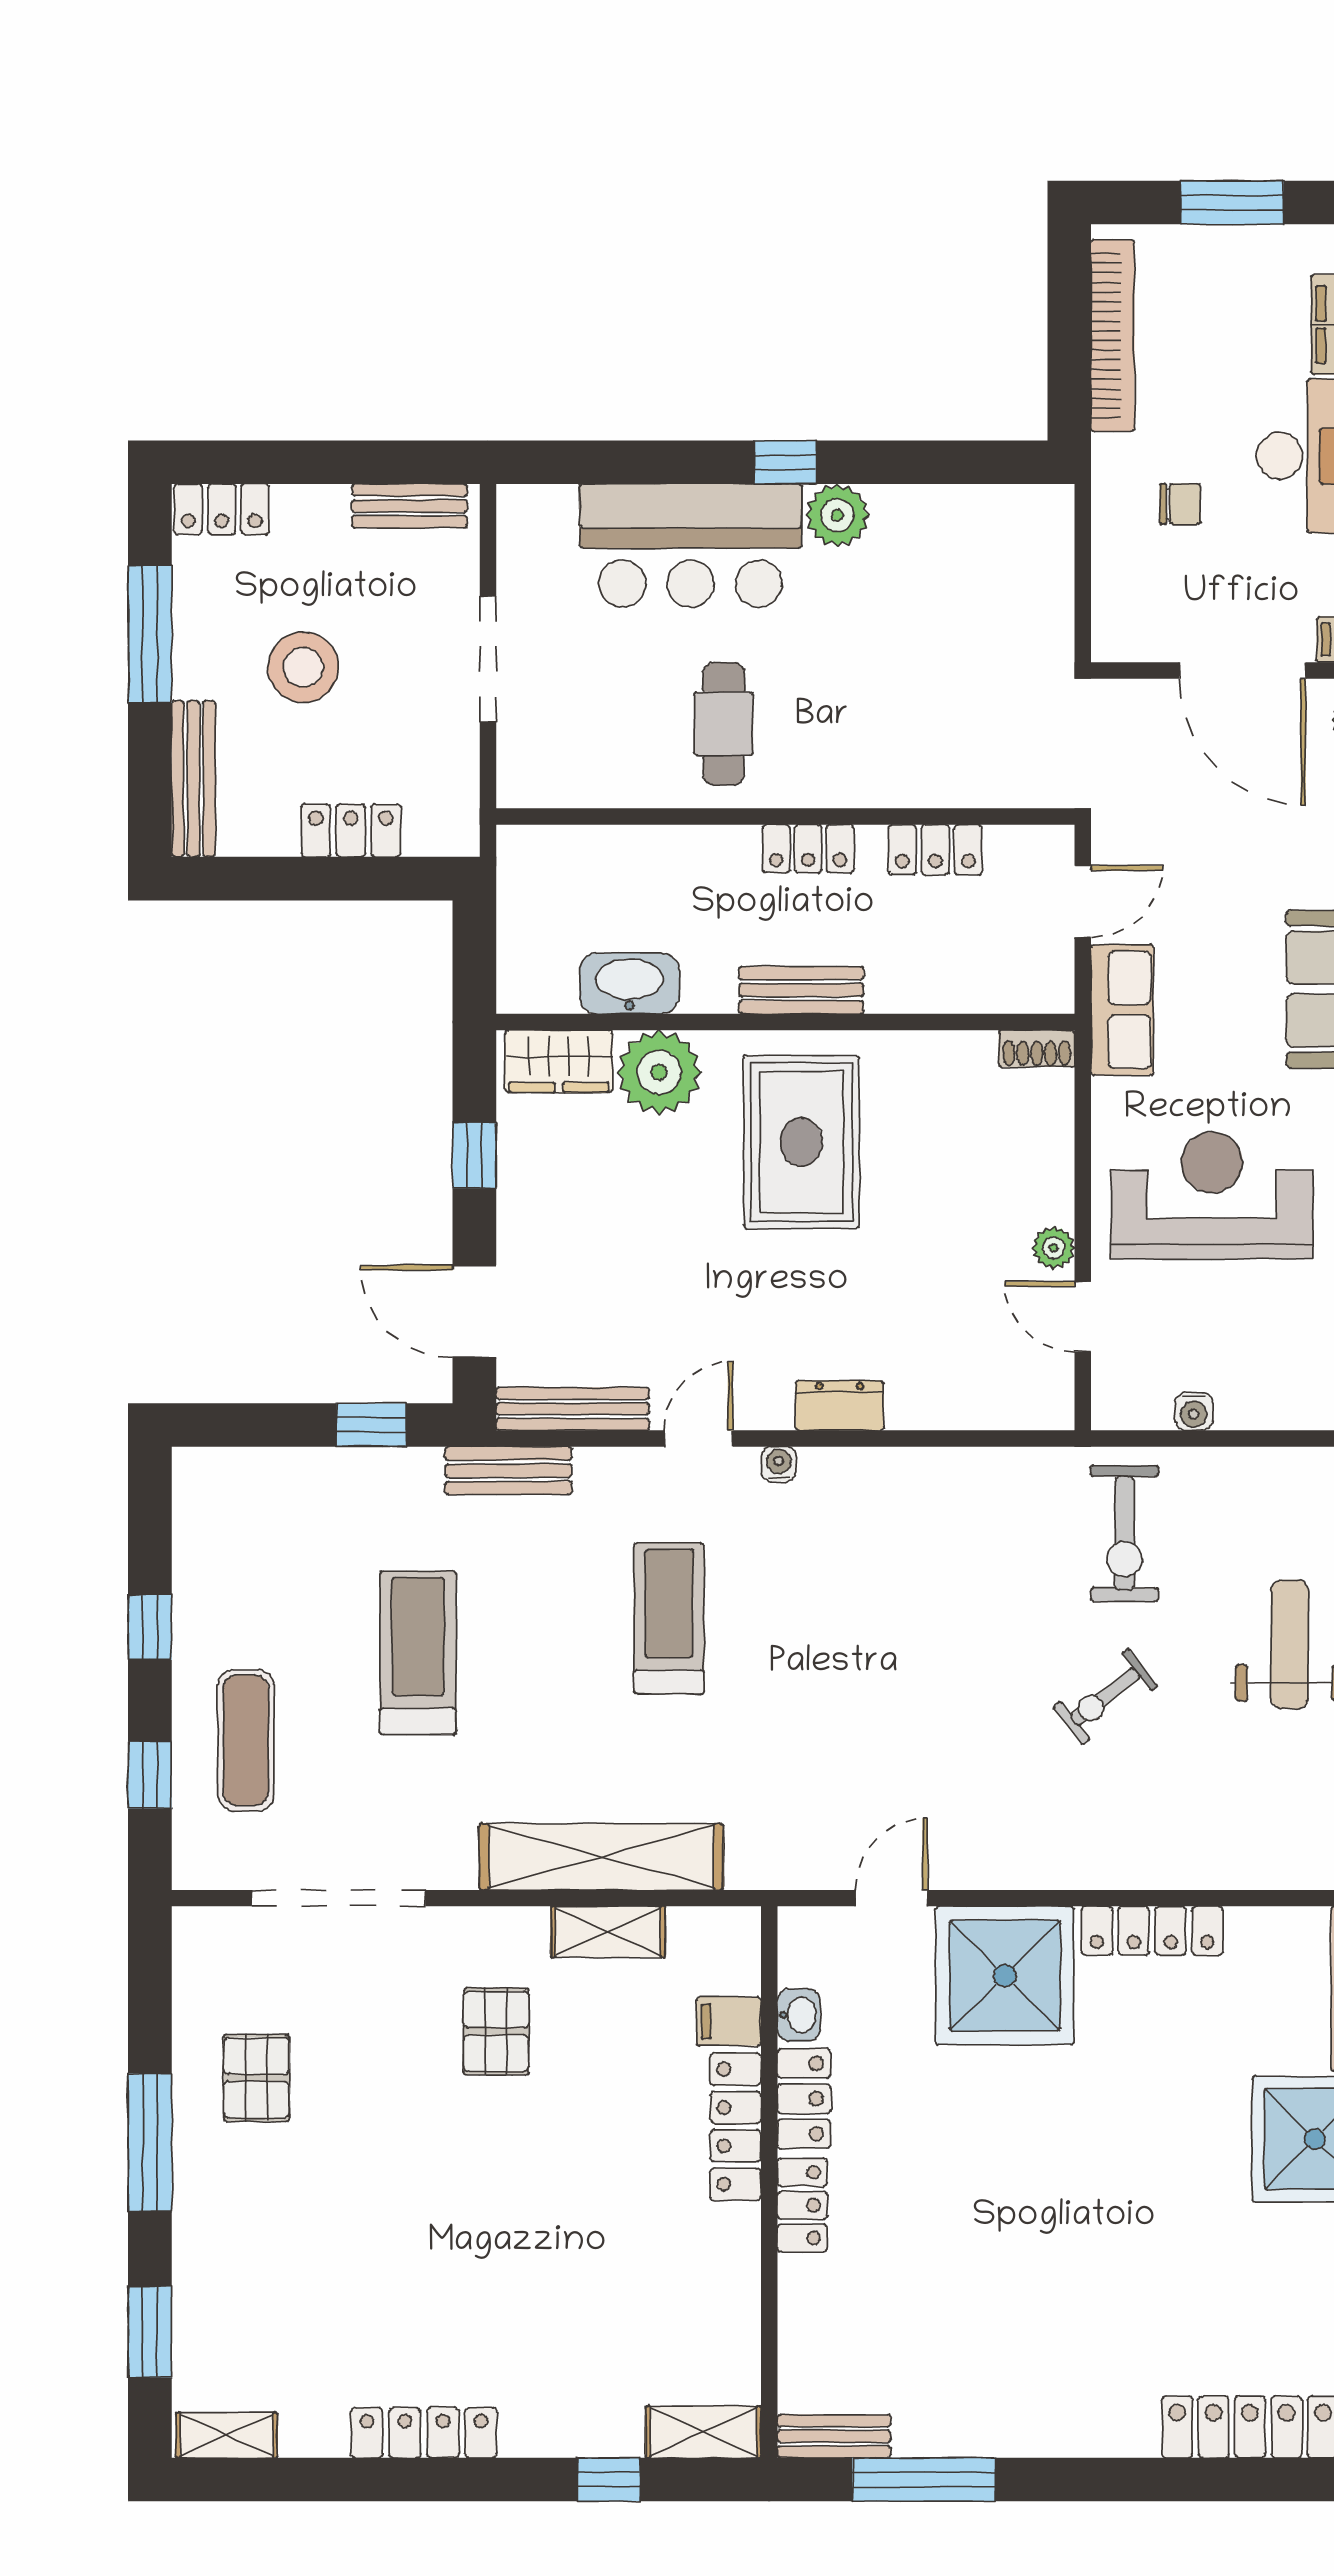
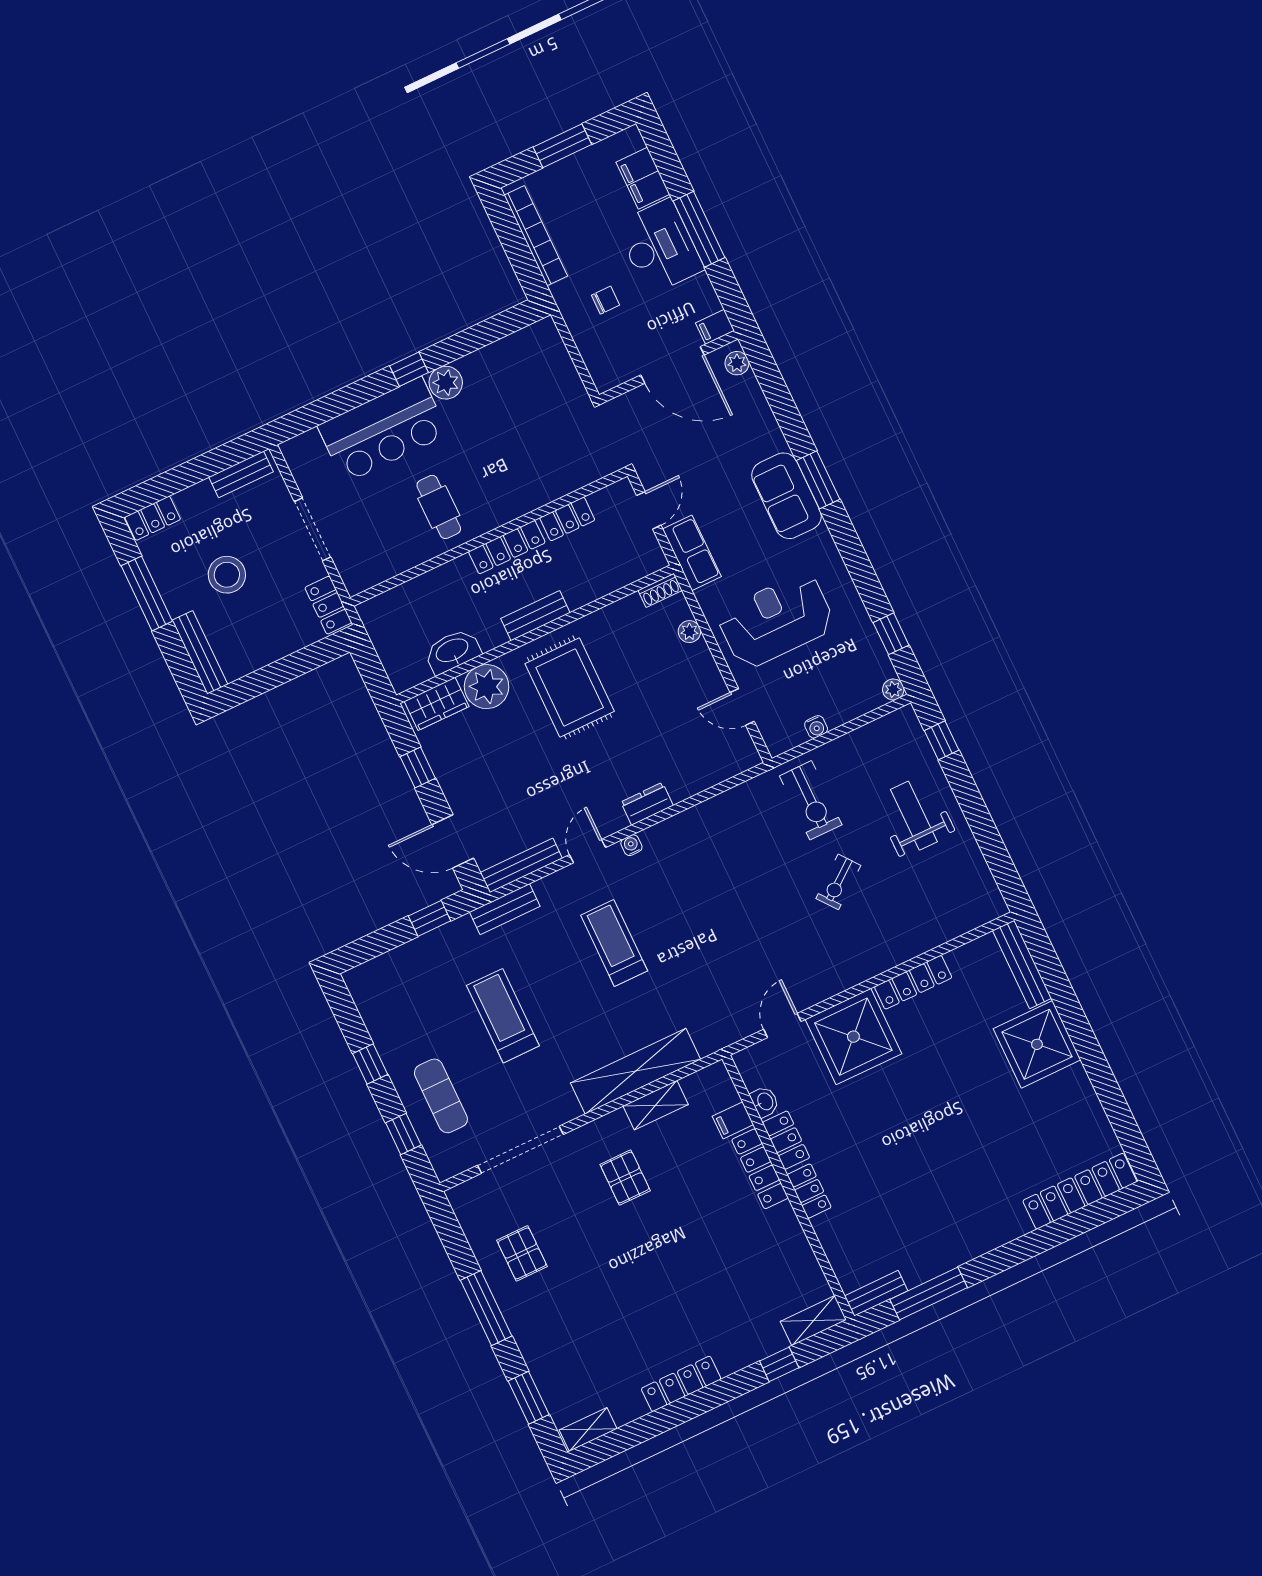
locker: (351, 830) -> (328, 605), moved, turned -90
locker: (808, 849) -> (507, 547), width x1.53
plant: (1054, 1248) -> (689, 632), moved

